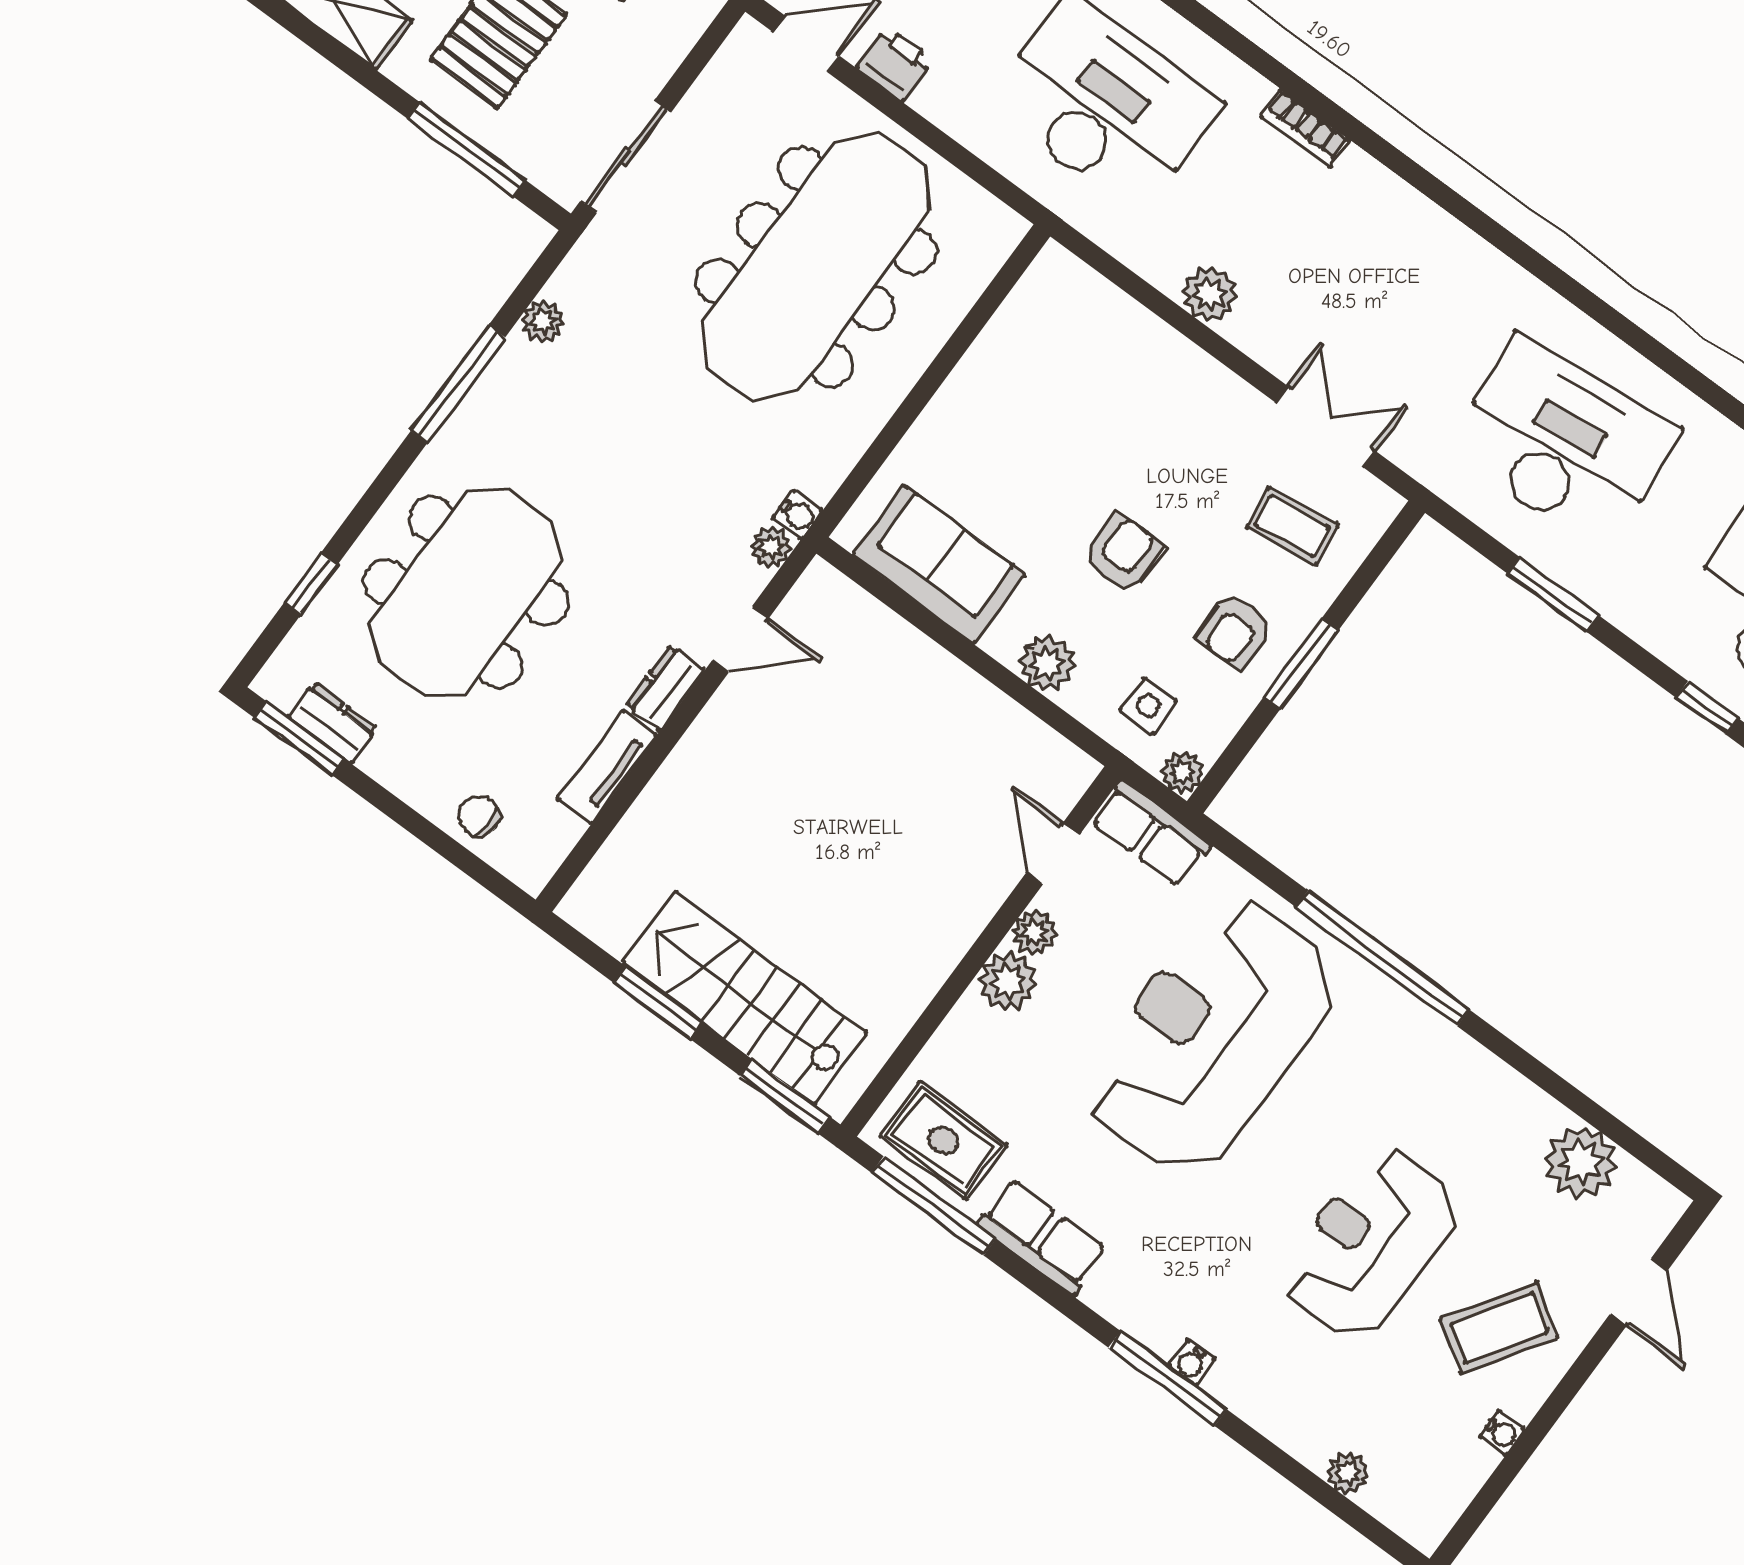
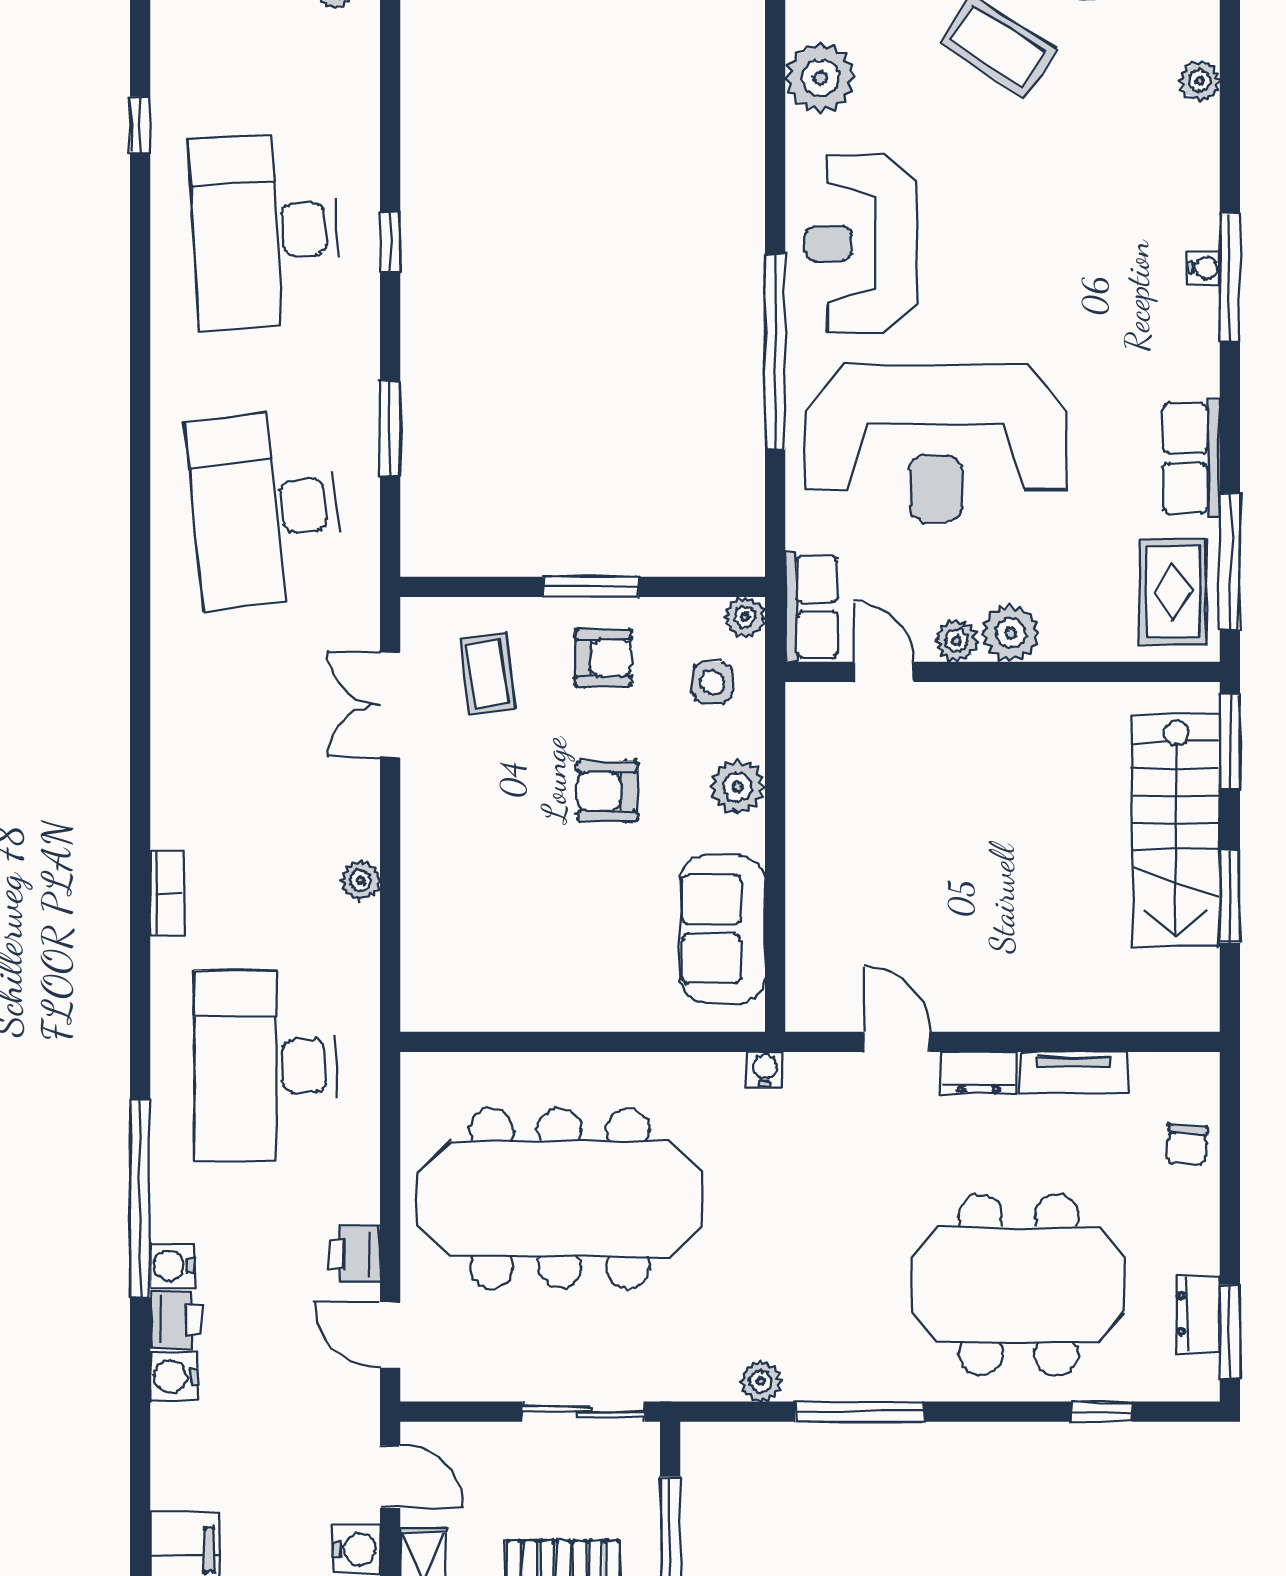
plant: (1209, 294) -> (361, 880), width x0.73, depth x0.73
plant: (771, 547) -> (806, 1071), removed
door: (1053, 854) -> (884, 672), swing flipped
reception desk: (1370, 1243) -> (861, 243), moved, turned 90

